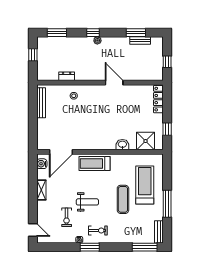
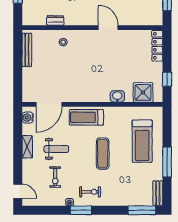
treadmill: (145, 185) -> (142, 141), turned 180
exercise mat: (123, 199) -> (103, 154), moved
weight bench: (87, 202) -> (56, 149), moved

